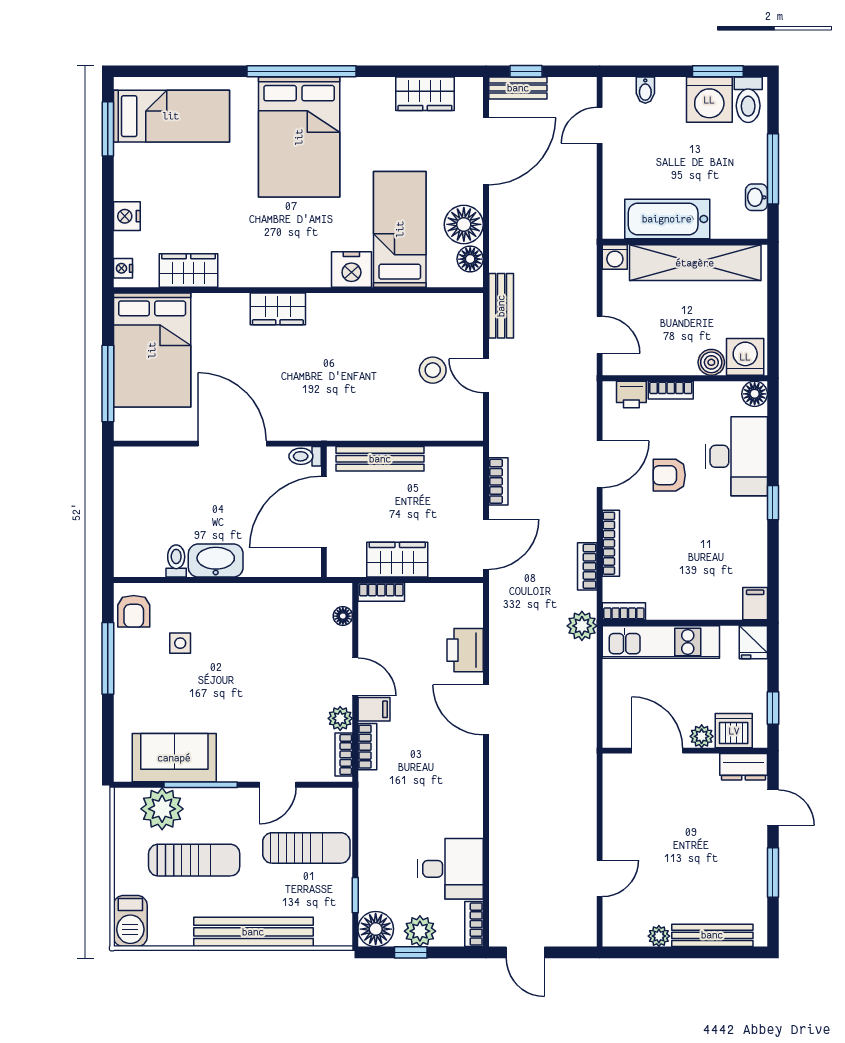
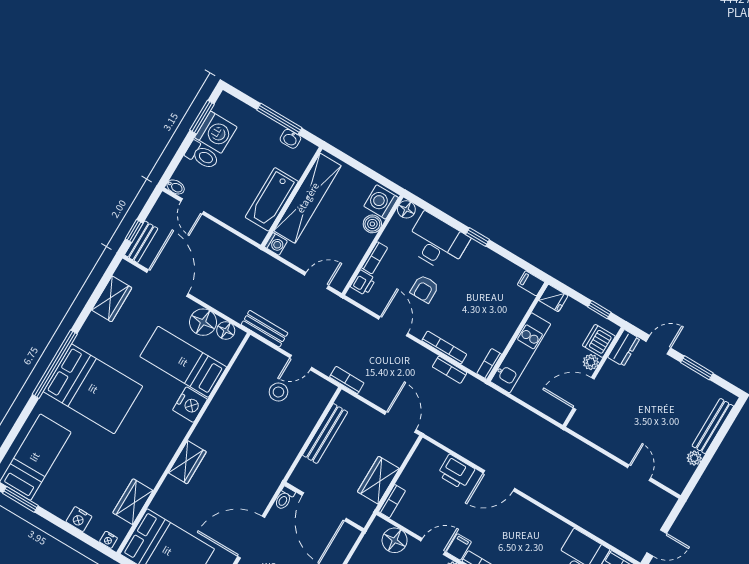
bidet: (645, 90) -> (176, 187), moved
toilet: (748, 100) -> (202, 155), moved
bench: (380, 459) -> (325, 434), moved
bookcase: (498, 481) -> (347, 380), moved
floor lamp: (343, 616) -> (395, 540), width x1.89, depth x1.89
plant: (582, 626) -> (483, 394), removed

